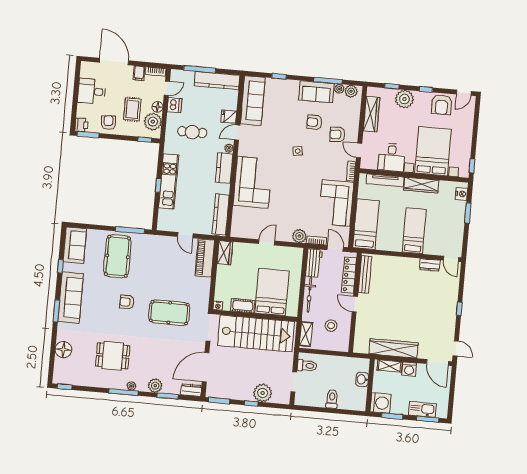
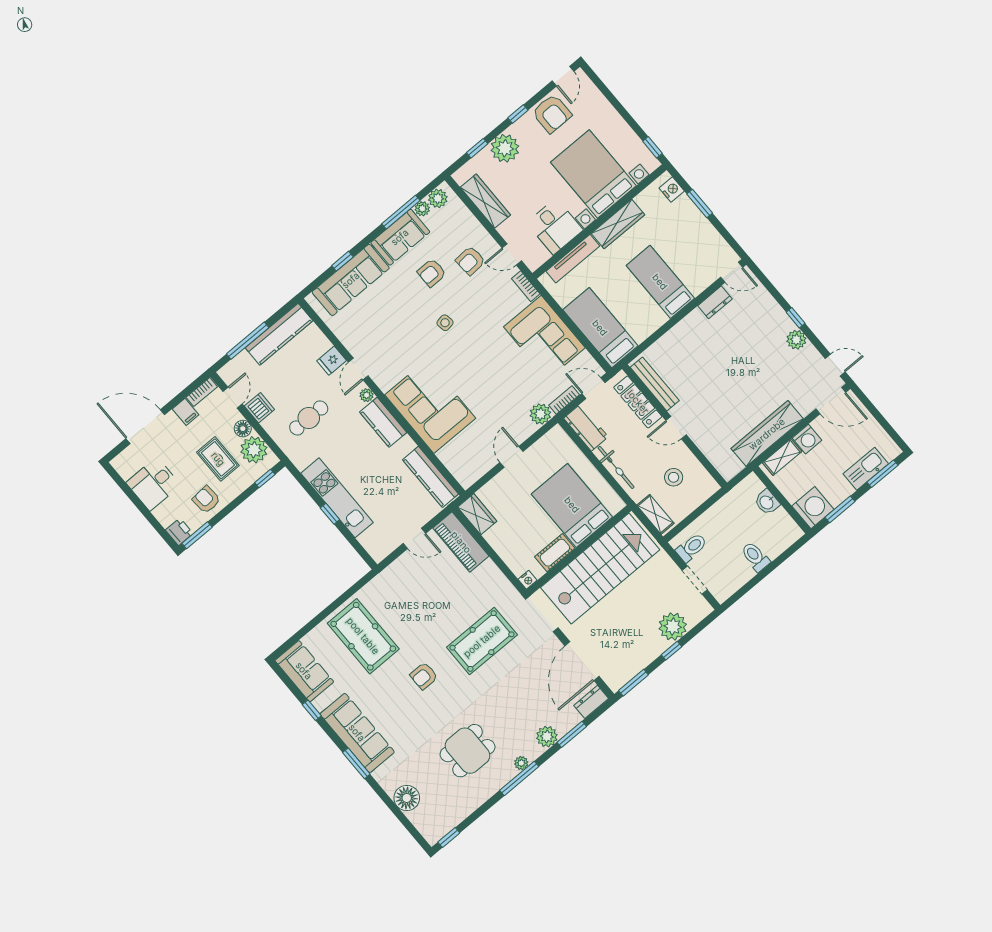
sofa: (253, 101) -> (351, 280), moved, turned 90
window: (130, 230) -> (348, 594), removed
plant: (450, 319) -> (796, 340), added

